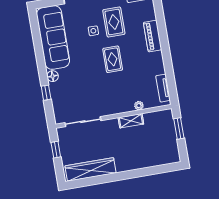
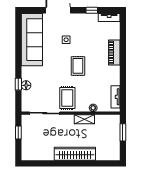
rug: (114, 22) -> (67, 98), moved
floor lamp: (53, 76) -> (26, 85), moved
wardrobe: (91, 169) -> (75, 154), moved

